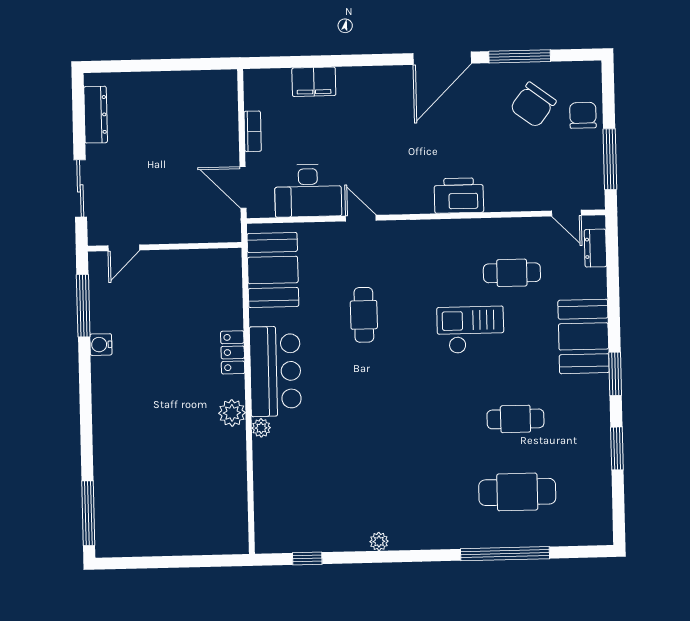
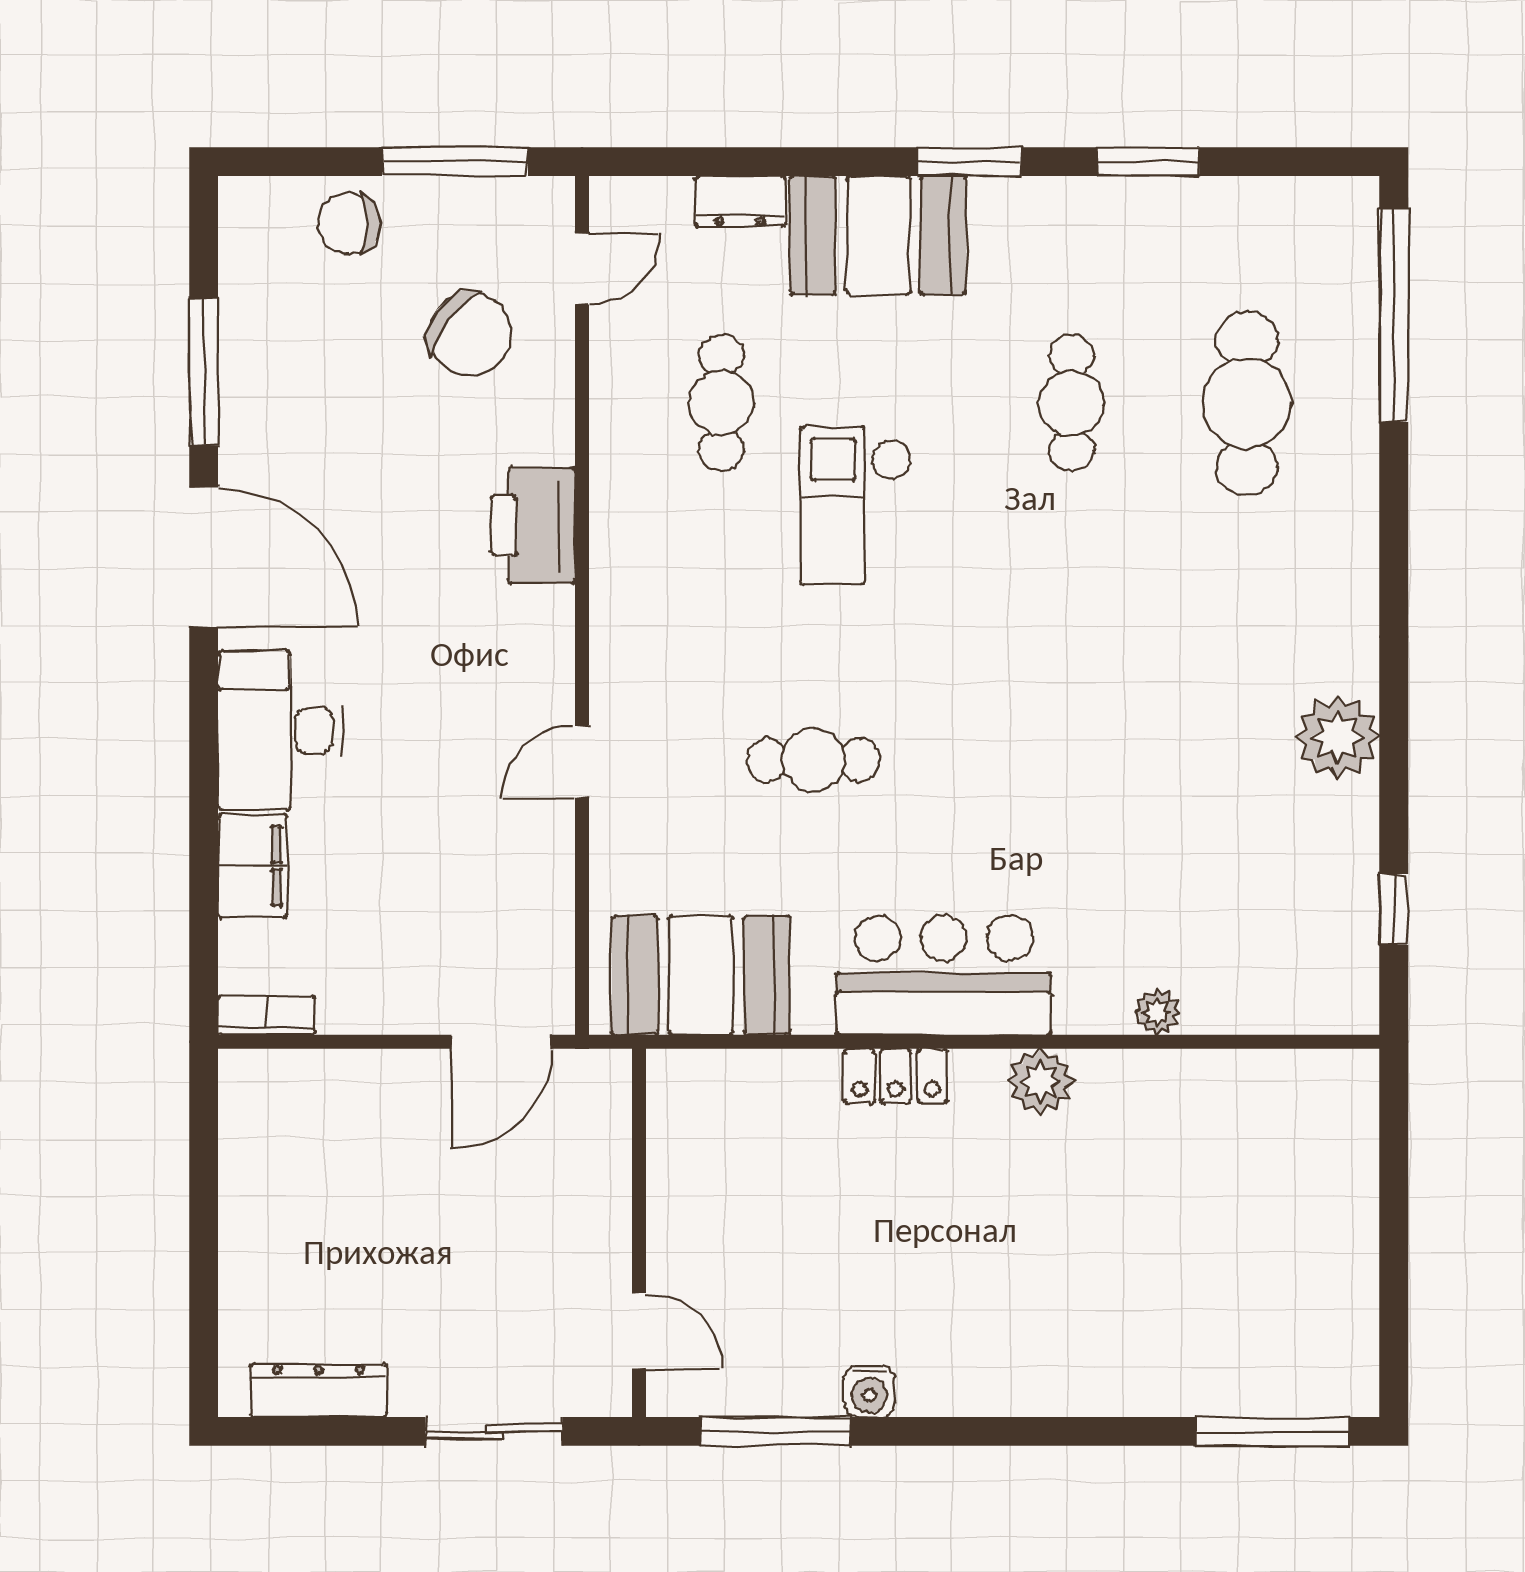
chair: (533, 105) -> (470, 334), moved
bookcase: (253, 131) -> (267, 1015), moved
desk: (308, 191) -> (280, 730), moved, turned 180
dresser: (595, 248) -> (740, 201), moved
plant: (261, 428) -> (1157, 1012), moved
plant: (379, 541) -> (1337, 737), width x1.87, depth x1.87
window: (505, 554) -> (1394, 315), moved

